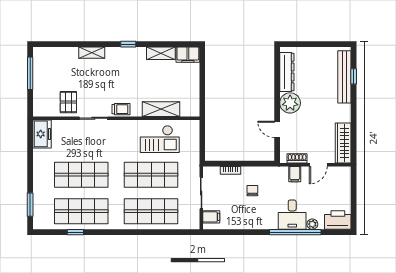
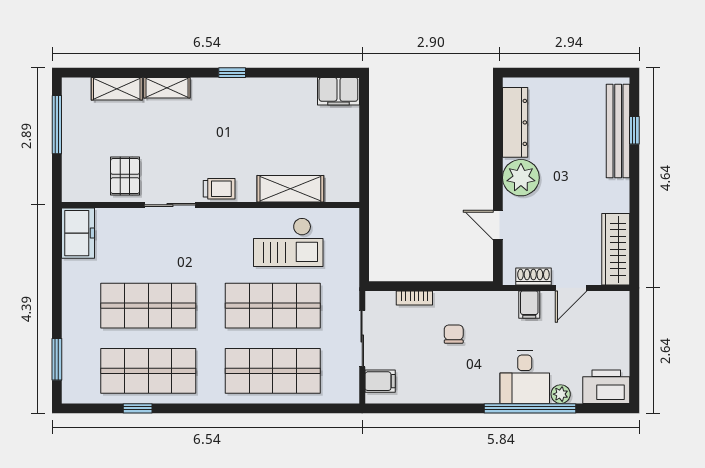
shelving: (161, 53) -> (117, 89), moved

